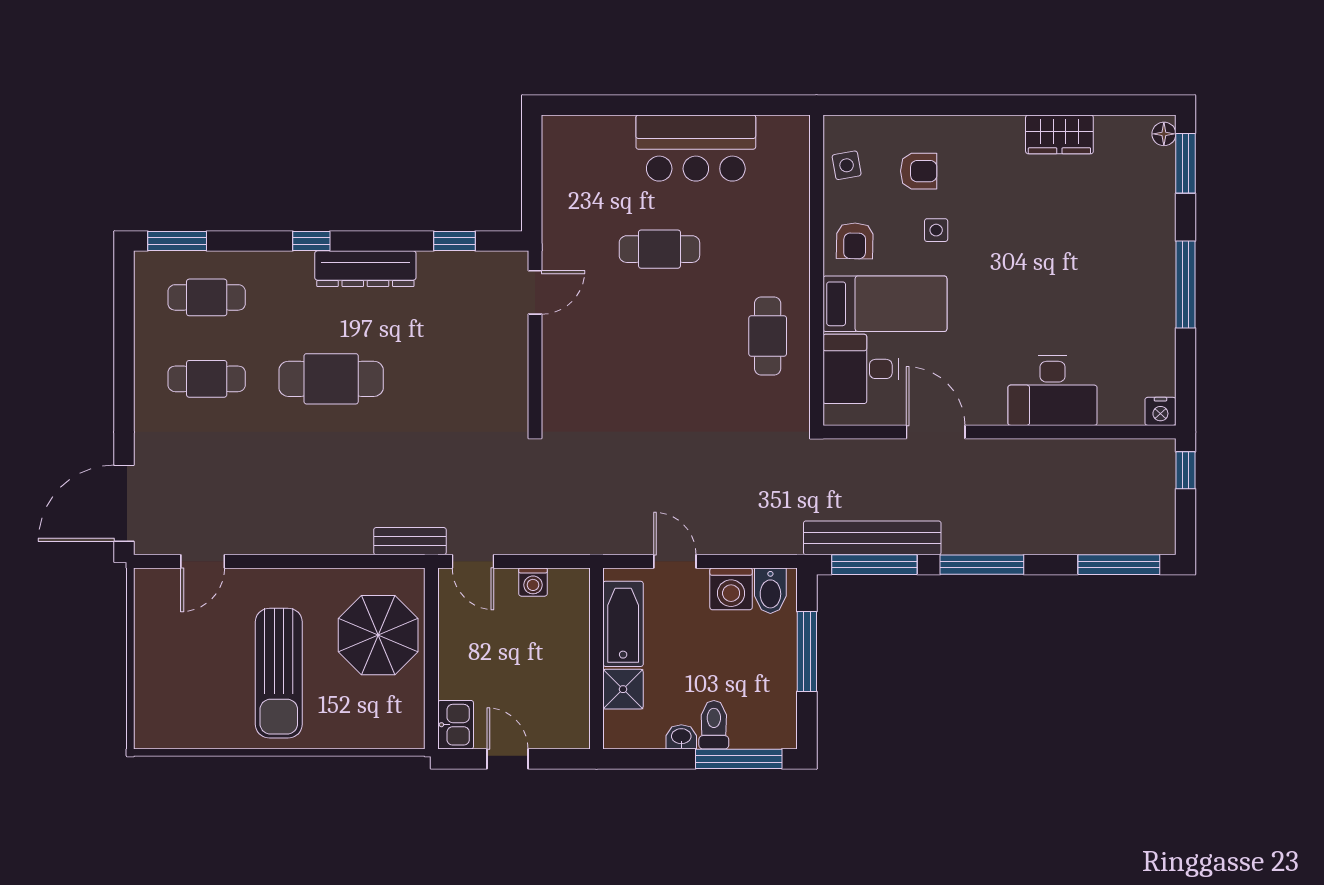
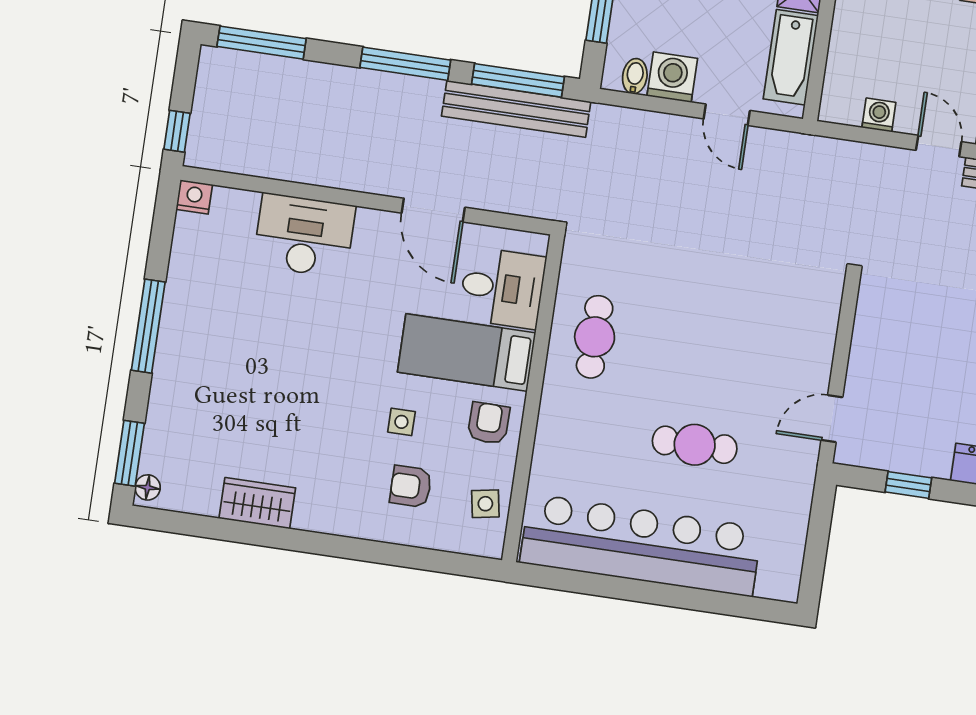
bar counter: (696, 148) -> (641, 545), width x1.86
bidet: (770, 591) -> (635, 76), width x0.72, depth x0.74

